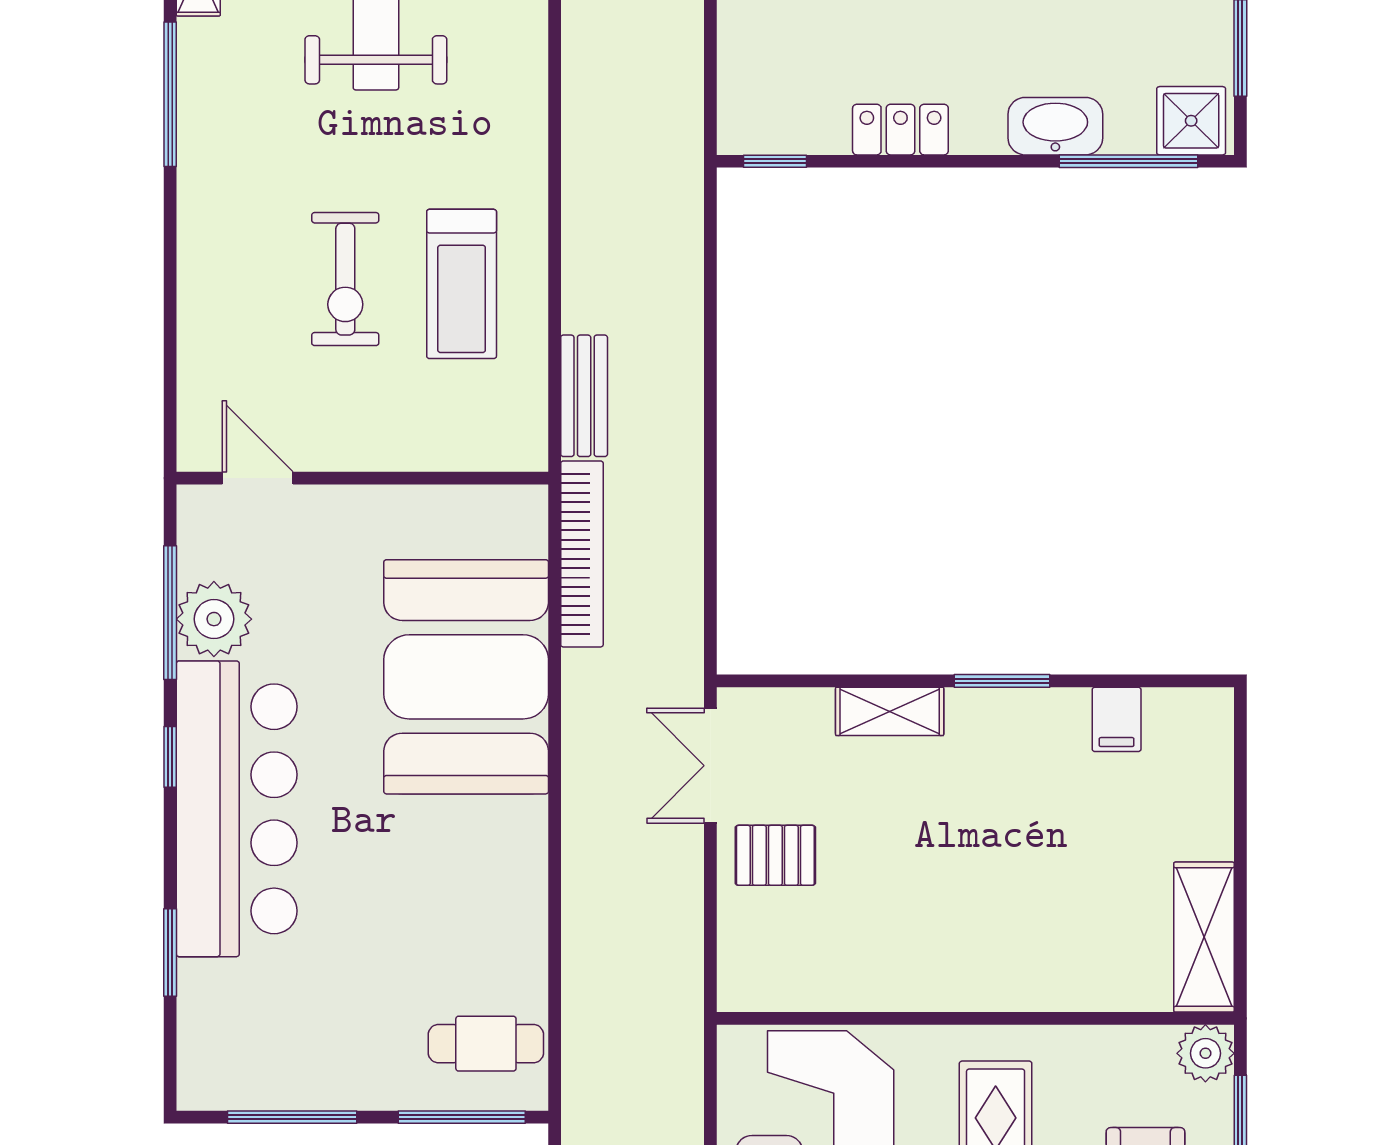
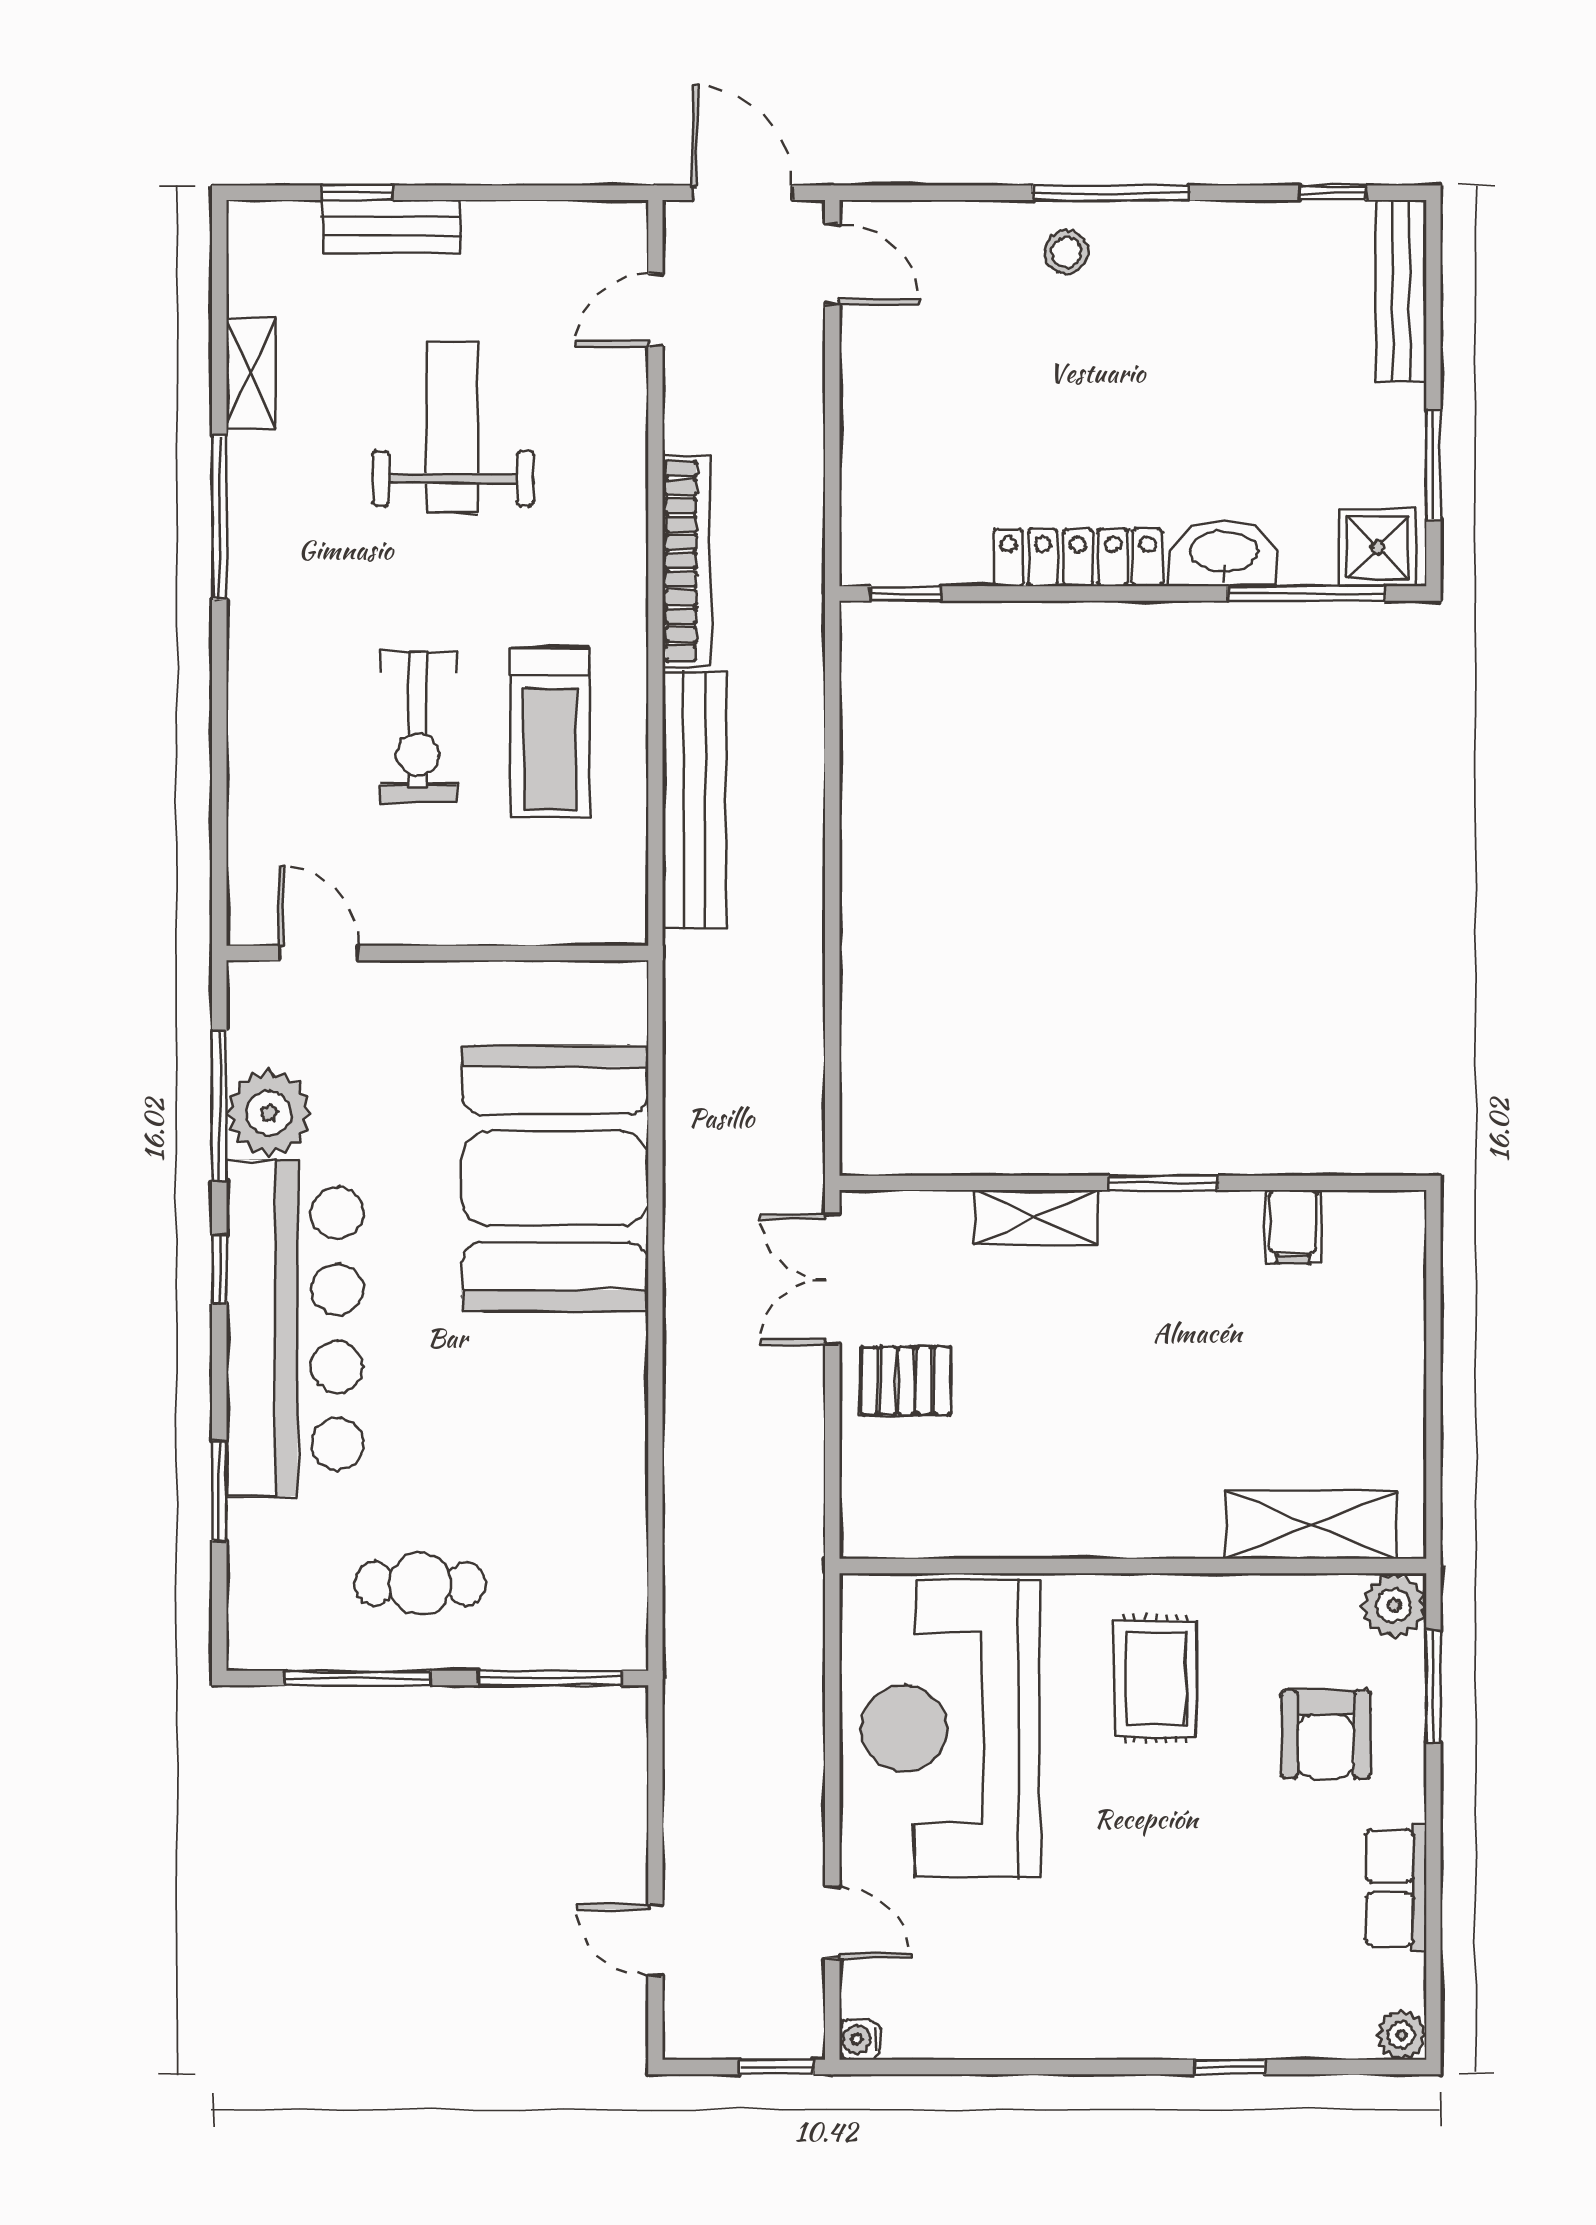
locker: (900, 130) -> (1078, 558), width x1.53
bench: (584, 396) -> (695, 800), width x1.86, depth x1.21
bookcase: (582, 554) -> (686, 561), moved
shelving: (1204, 937) -> (1311, 1525), moved, turned 90
cafe table: (486, 1044) -> (420, 1584), moved

